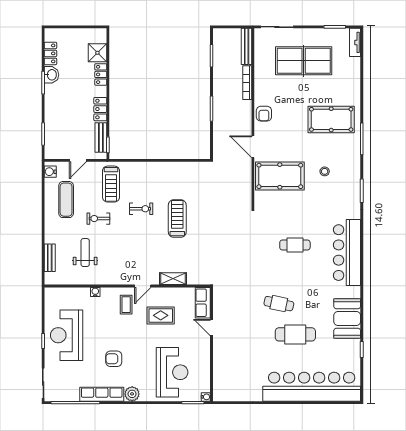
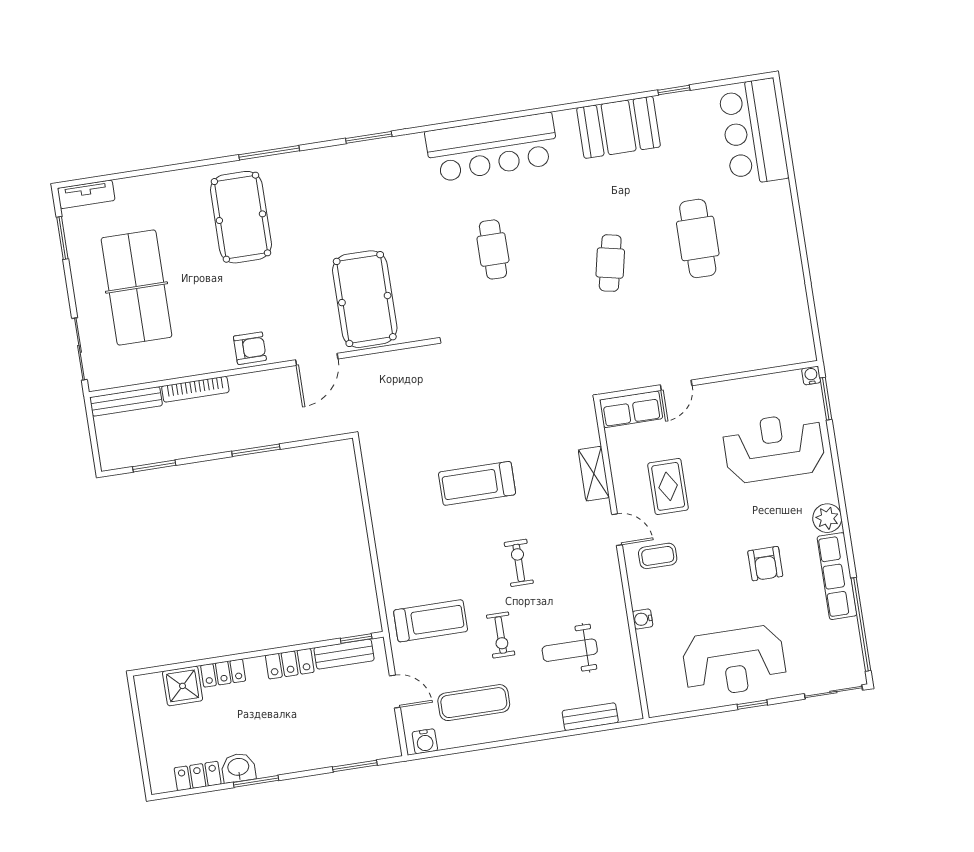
stool: (325, 171) -> (343, 214), removed
exercise bike: (141, 209) -> (519, 563), moved
cafe table: (295, 334) -> (698, 238), moved
bar counter: (312, 387) -> (753, 132), width x0.54

